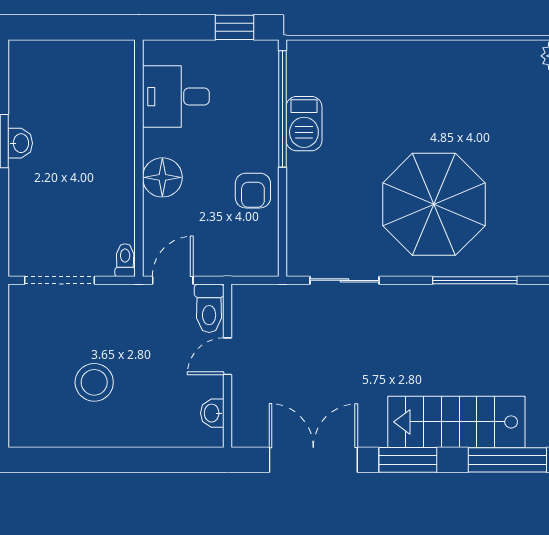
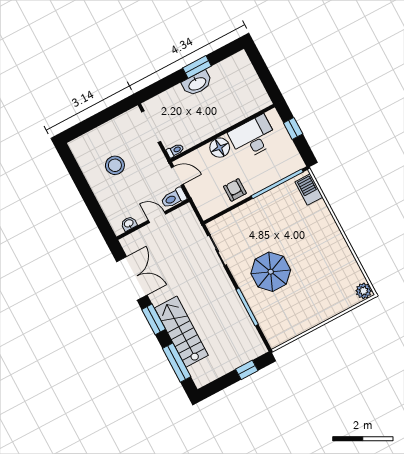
window: (234, 27) -> (293, 128), moved
desk: (176, 97) -> (253, 137), width x1.37
barbecue: (304, 124) -> (309, 190), moved, turned 90
washbasin: (20, 143) -> (197, 83), width x1.91, depth x1.45
armchair: (253, 191) -> (235, 190), turned 90
parasol: (434, 204) -> (271, 272), width x0.73, depth x0.73

